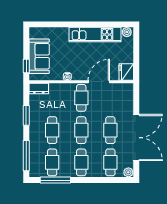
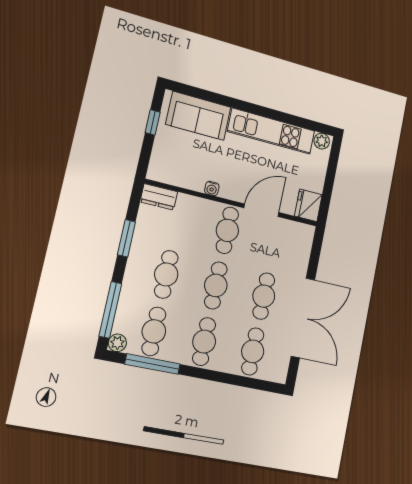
sofa: (39, 56) -> (198, 116), moved, turned 90
window: (26, 66) -> (153, 122), moved
plant: (128, 172) -> (117, 343), moved

